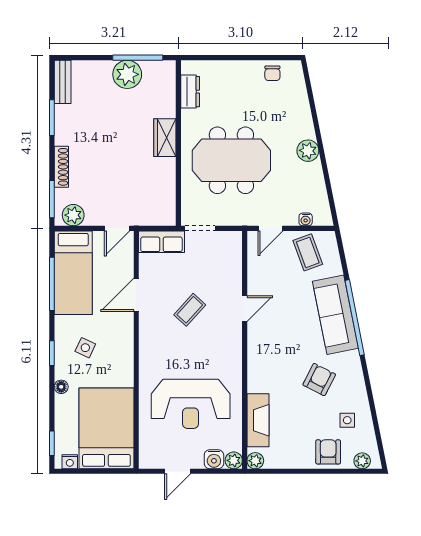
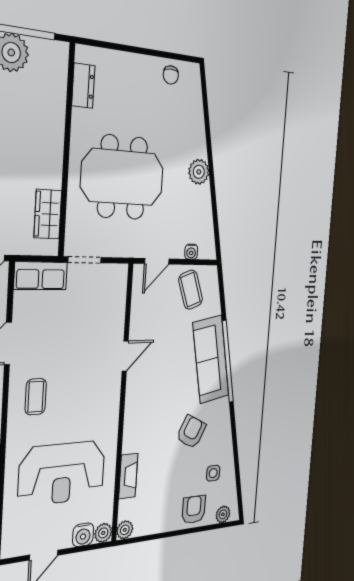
wardrobe: (165, 138) -> (48, 214), moved
coffee table: (190, 310) -> (36, 397), moved, turned -42
fireplace: (258, 420) -> (128, 476), width x0.73, depth x0.76

